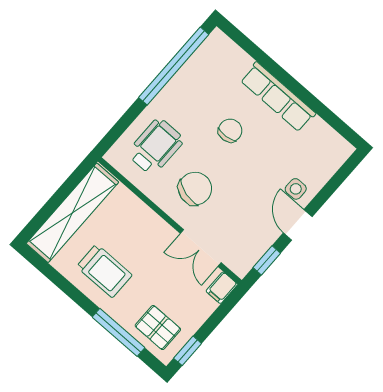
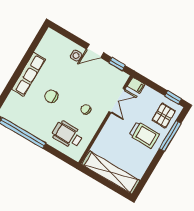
chair: (195, 189) -> (86, 109), width x0.54, depth x0.54
trolley: (104, 271) -> (144, 135), moved, turned 90

